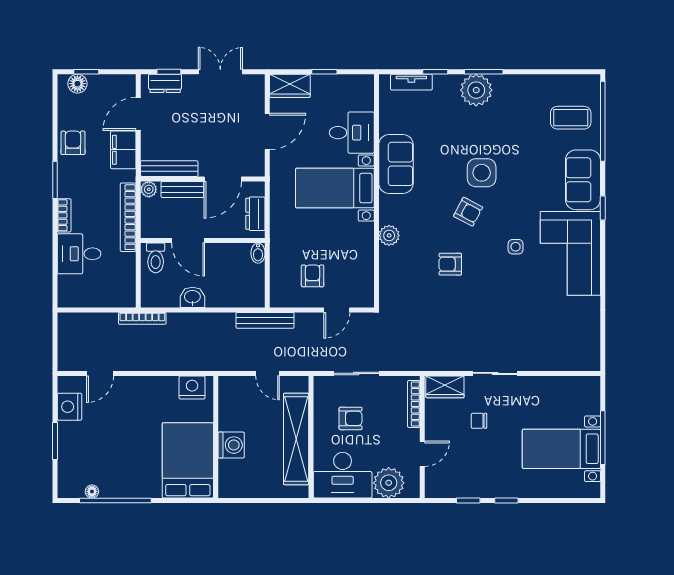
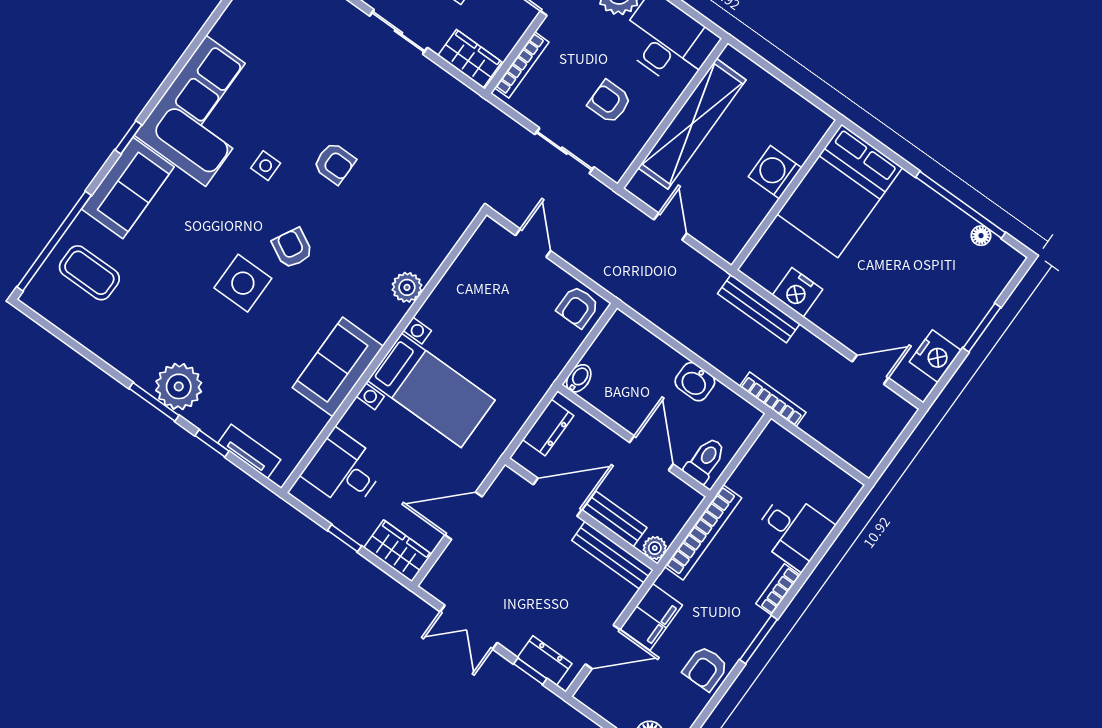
desk: (352, 133) -> (344, 470), moved
armchair: (450, 264) -> (334, 163), moved
armchair: (313, 276) -> (578, 307), moved
door: (337, 310) -> (533, 243), hinge flipped
bench: (265, 320) -> (759, 309), moved
nightstand: (192, 387) -> (797, 292), moved

